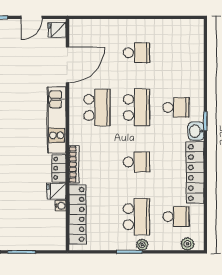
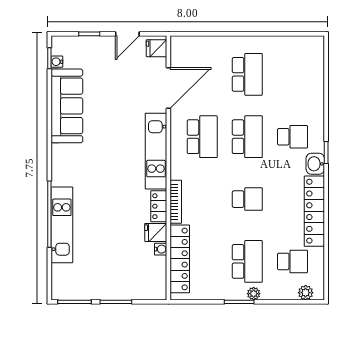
school desk: (136, 53) -> (247, 74), width x1.85

